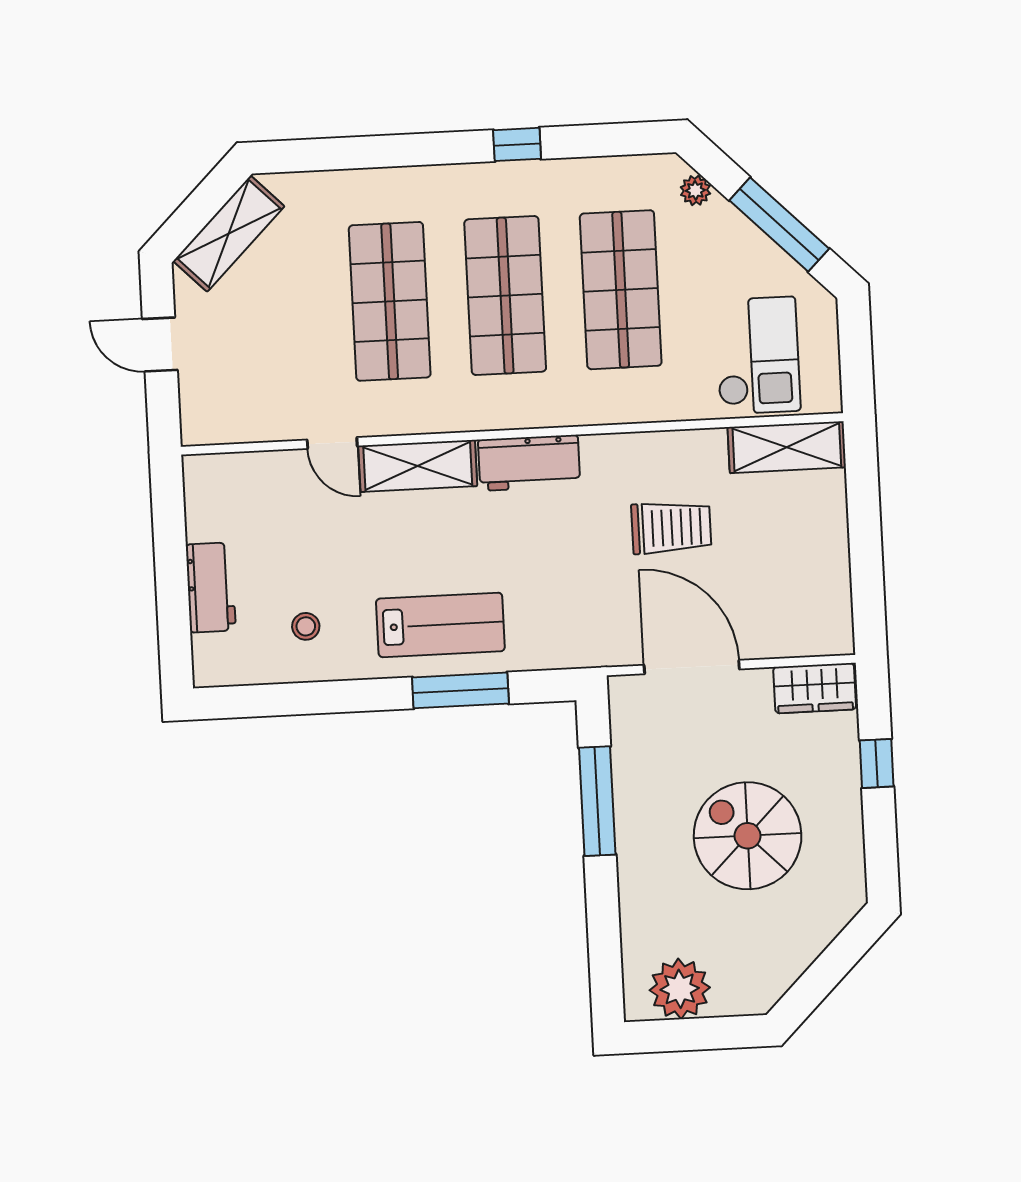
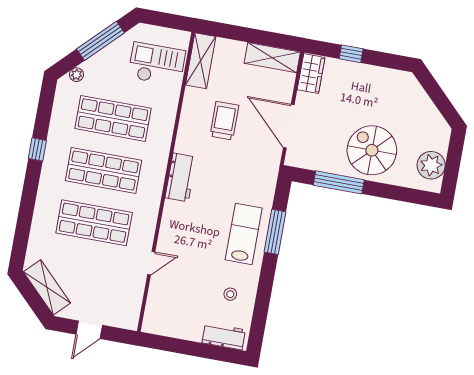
shelving: (418, 466) -> (272, 58), moved, turned 90
workbench: (211, 587) -> (224, 336), moved
door: (692, 667) -> (289, 126), hinge flipped
spiral stairs: (748, 836) -> (372, 150), moved, turned 90

